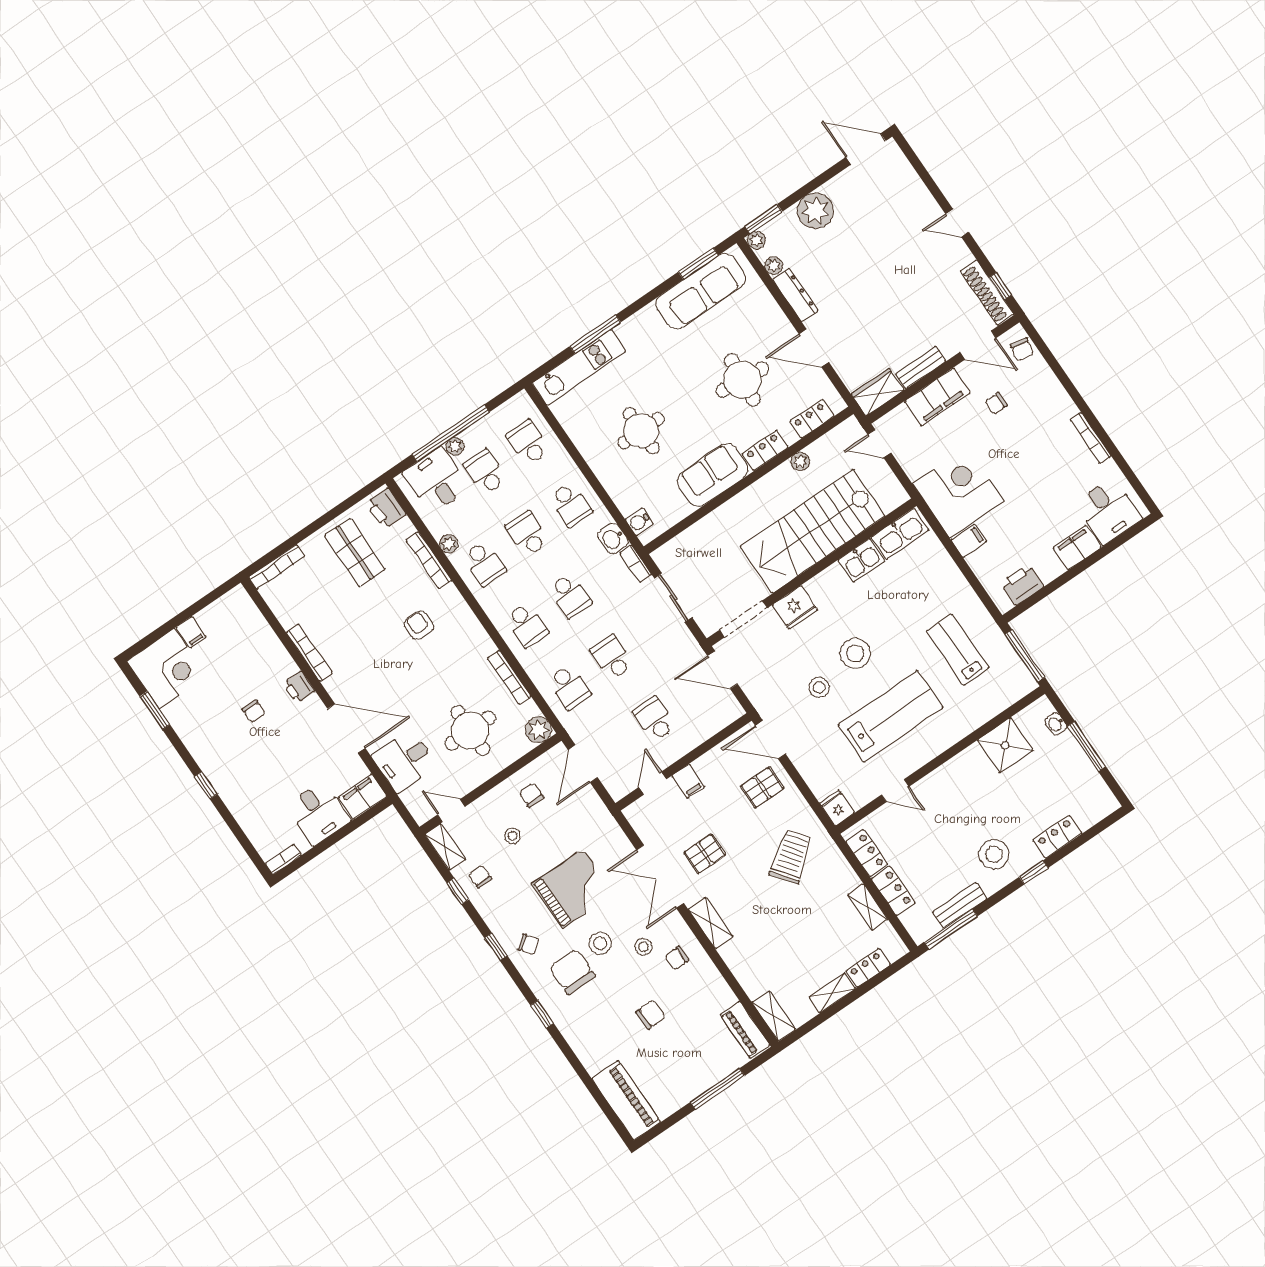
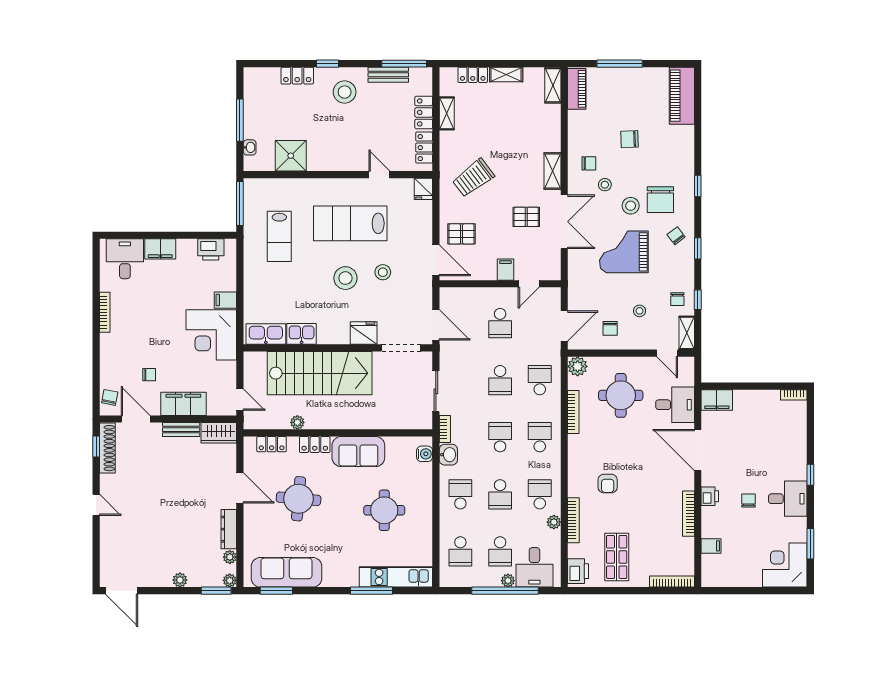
plant: (815, 211) -> (180, 580), width x0.53, depth x0.53
filing cabinet: (191, 632) -> (711, 546), moved, turned 90
desk: (318, 813) -> (788, 499), moved, turned 90

